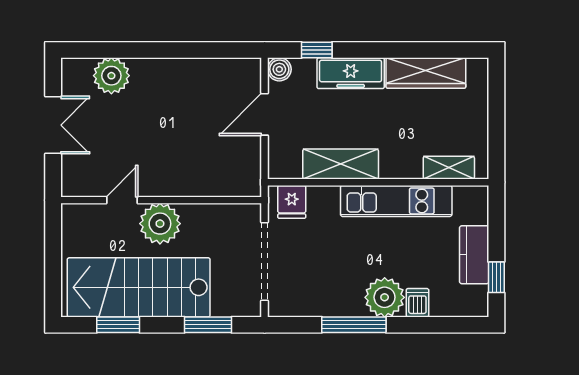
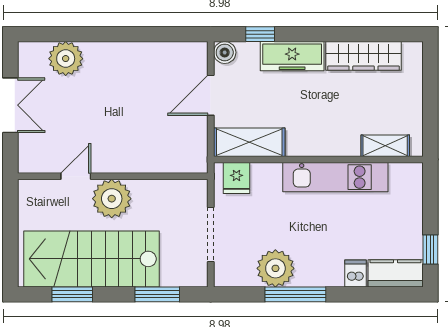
shelving: (341, 164) -> (249, 142), moved
kitchen counter: (474, 255) -> (396, 273), moved, turned 90
doorway: (265, 261) -> (211, 234), width x0.73
plant: (385, 297) -> (275, 268), moved

